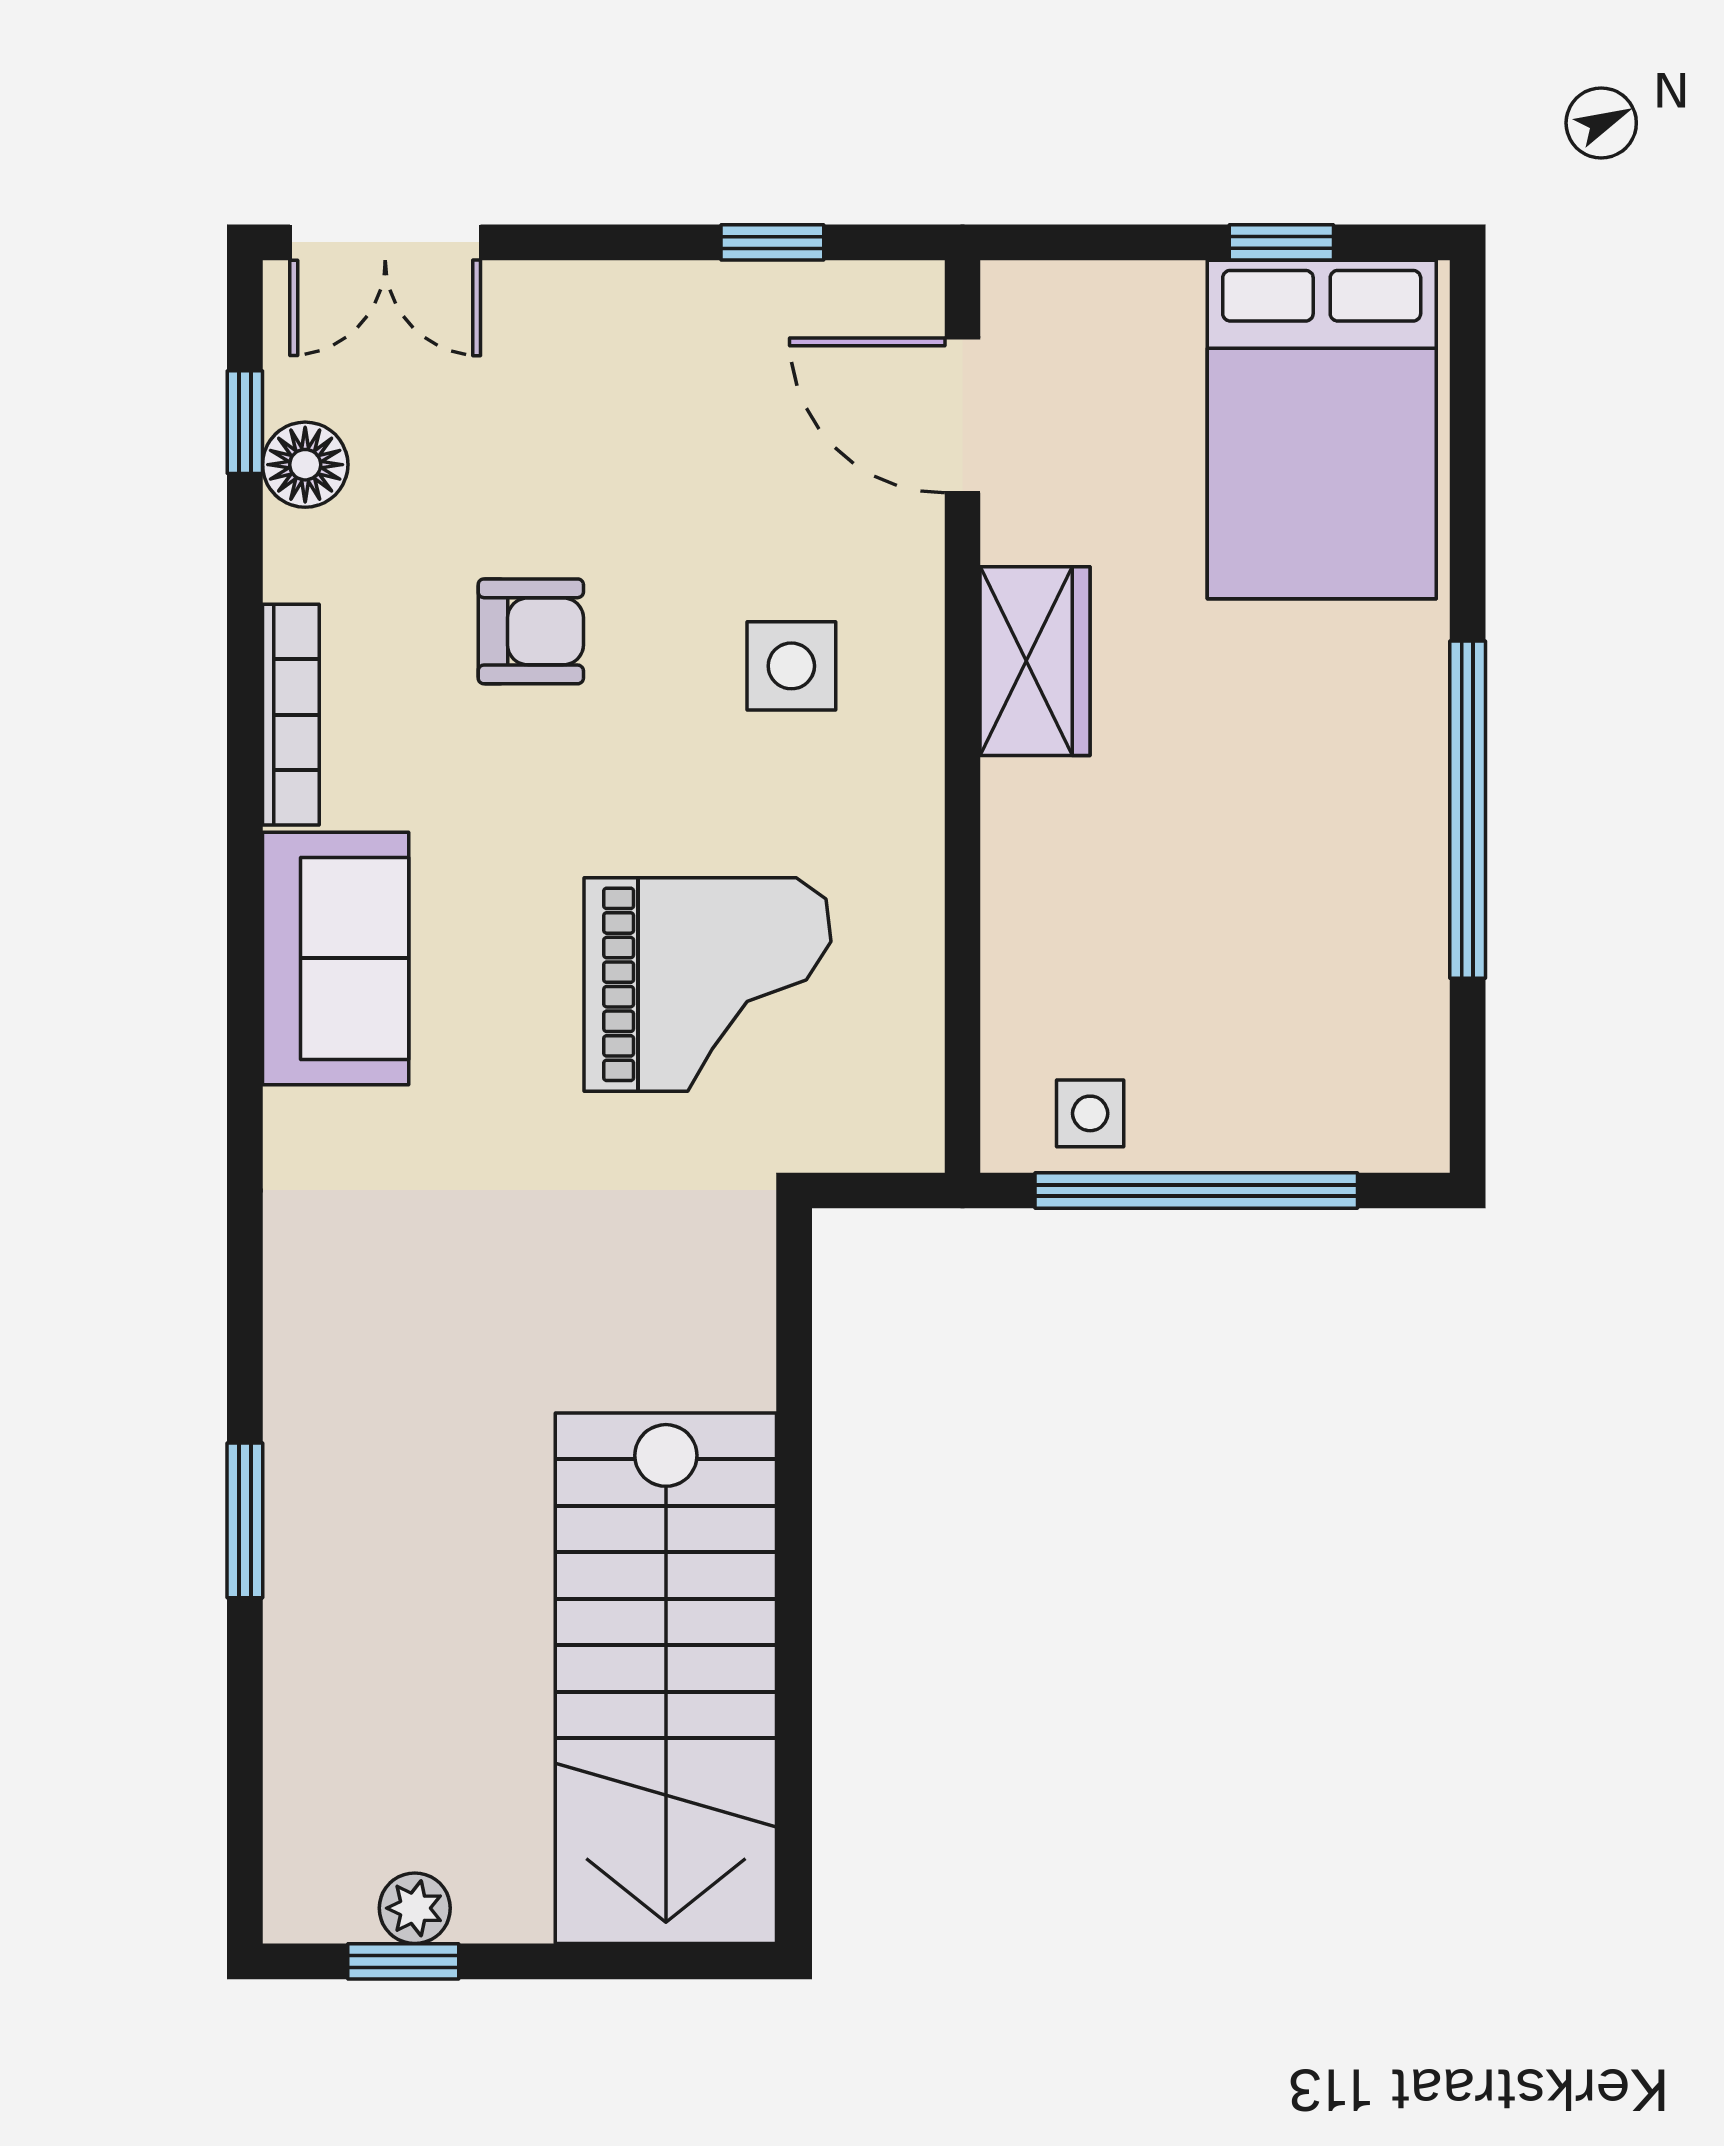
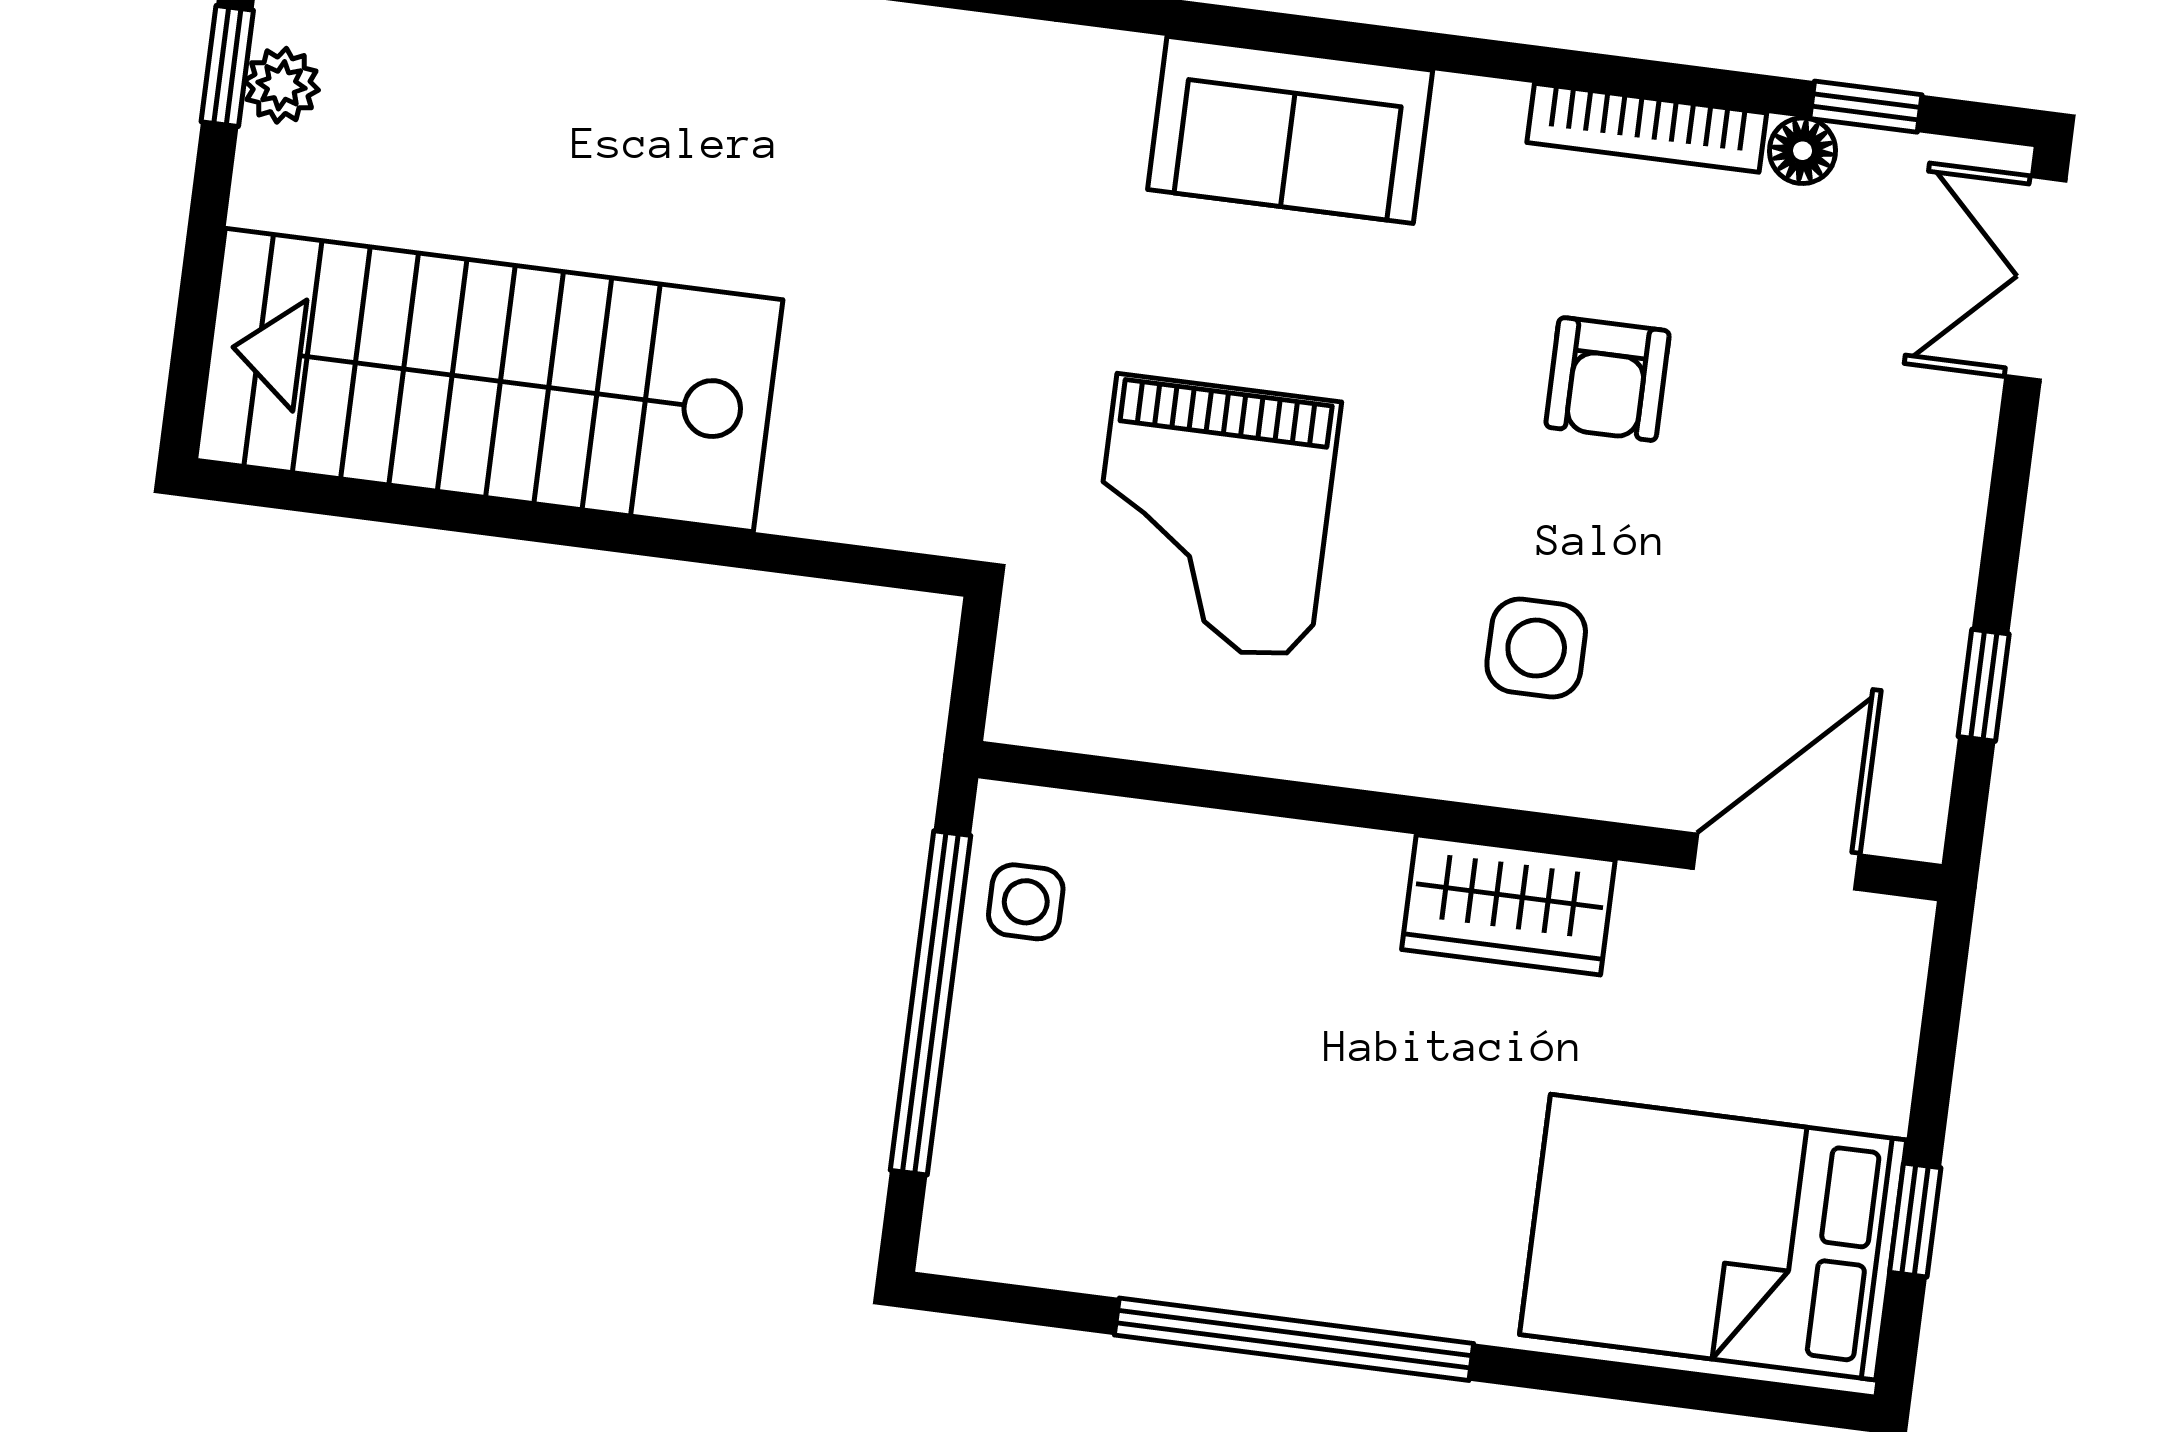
floor lamp: (305, 465) -> (1802, 151), width x0.73, depth x0.73
bookcase: (291, 715) -> (1647, 128), moved

